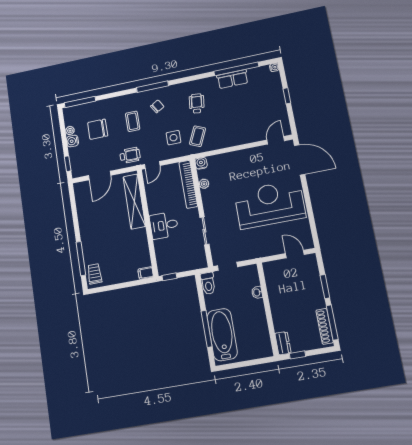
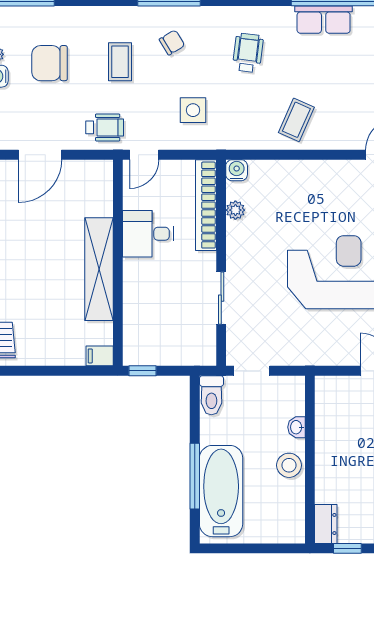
coffee table: (198, 136) -> (296, 120), moved
shelving: (134, 201) -> (99, 269), moved
desk: (164, 225) -> (148, 234), moved
stool: (257, 314) -> (289, 465), added

